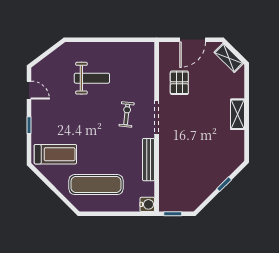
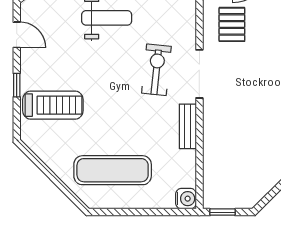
exercise bike: (127, 114) -> (156, 70), width x1.38, depth x1.39
treadmill: (55, 154) -> (53, 105), moved
bench: (149, 160) -> (188, 126), width x0.73

